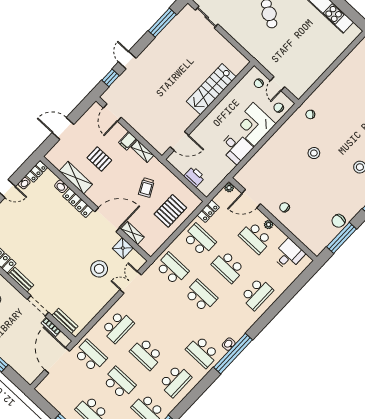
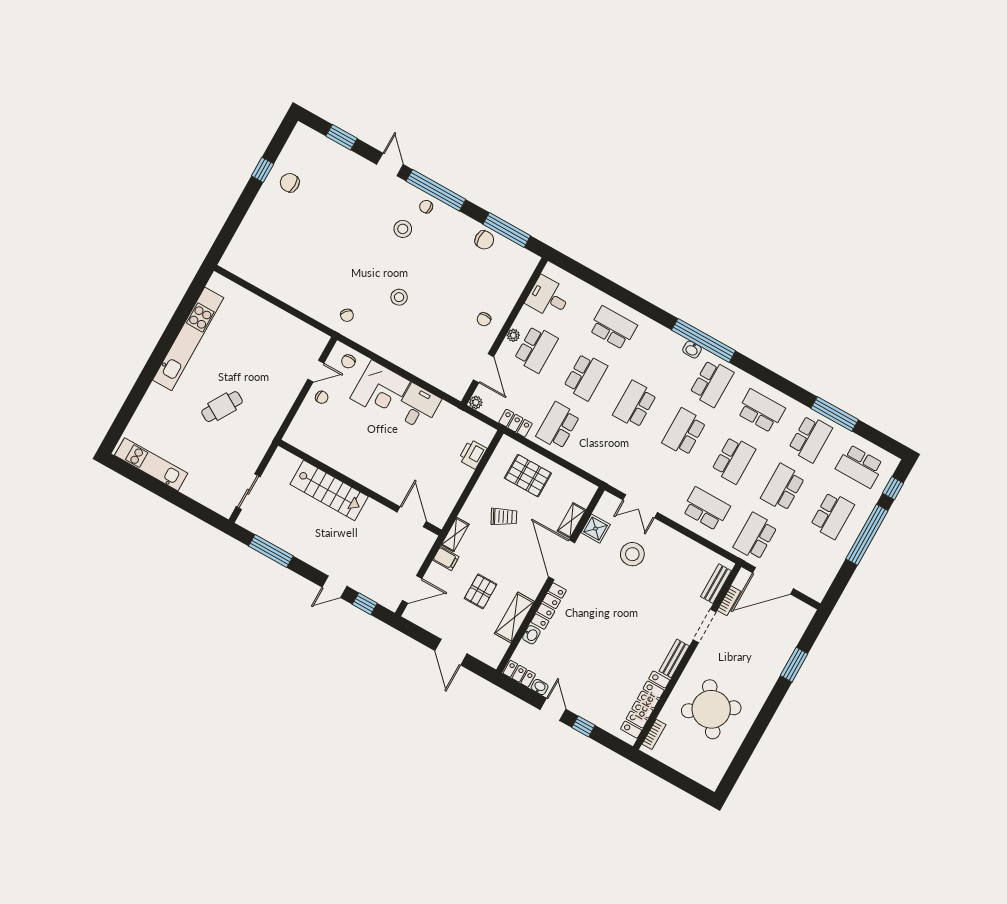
stairs: (211, 89) -> (329, 490), moved
wall: (208, 111) -> (360, 488), moved
door: (179, 141) -> (412, 517), moved
school desk: (172, 269) -> (684, 432), moved

